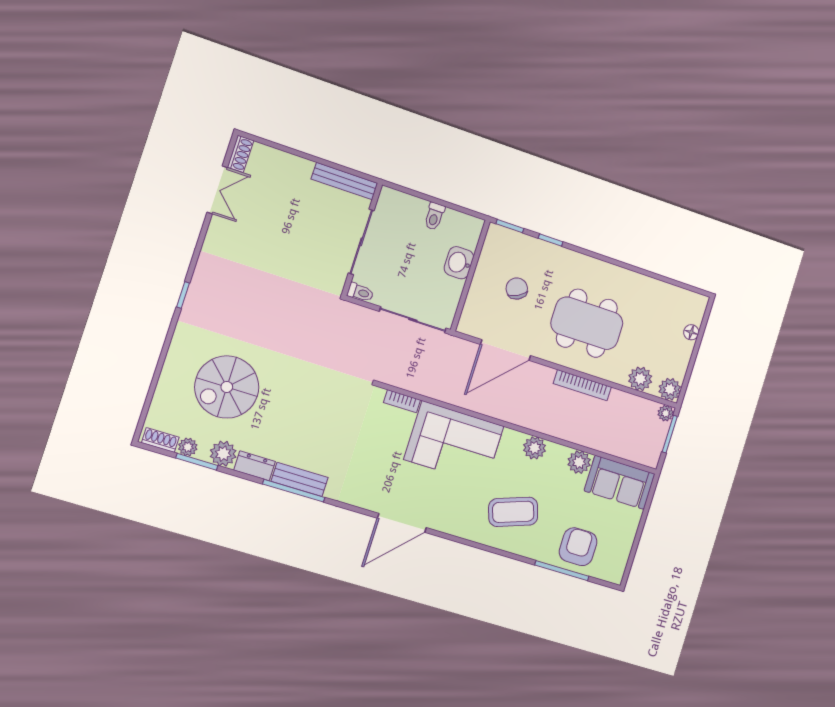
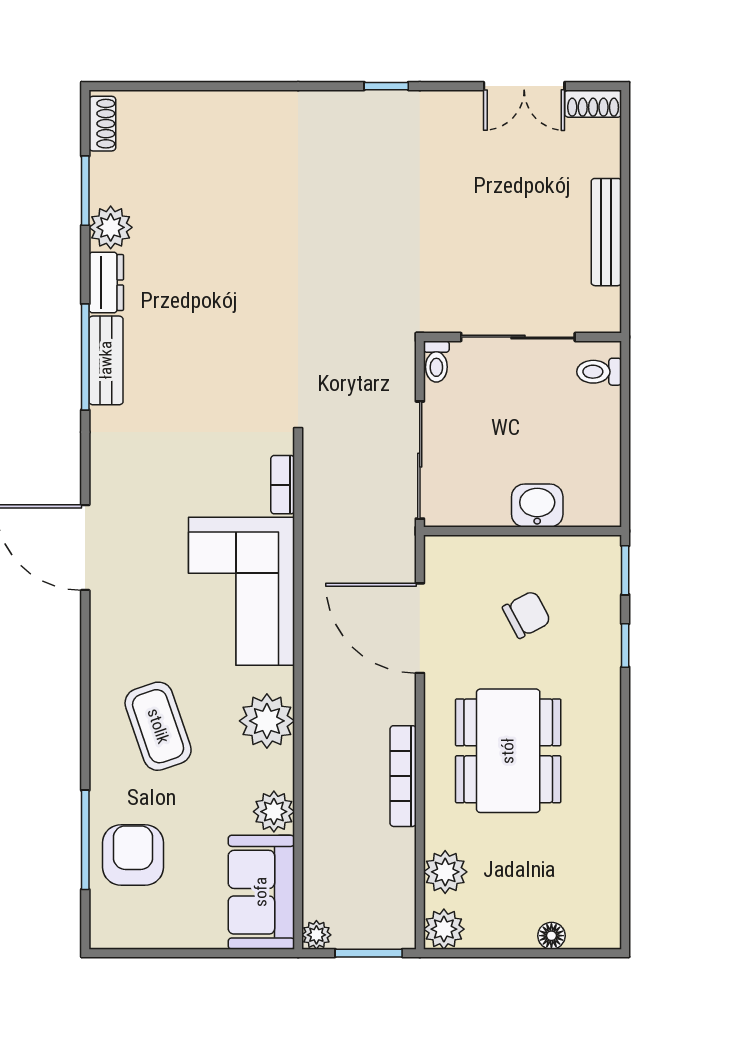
bench: (345, 181) -> (606, 232), moved
toilet: (434, 216) -> (599, 372), moved
window: (183, 295) -> (386, 86), moved
spiral stairs: (227, 387) -> (218, 200), removed
plant: (666, 413) -> (316, 935), moved
plant: (188, 447) -> (104, 169), removed
plant: (534, 448) -> (267, 721), width x1.36, depth x1.36
armchair: (578, 547) -> (133, 855), turned -90

